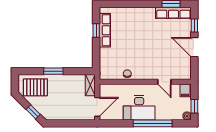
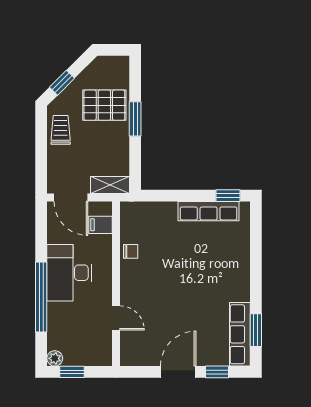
window: (96, 31) -> (228, 196), moved
door: (164, 82) -> (116, 318), swing flipped
pallet: (35, 87) -> (104, 105), moved, turned 90
filing cabinet: (185, 90) -> (101, 225), moved
trolley: (60, 113) -> (61, 130), added

